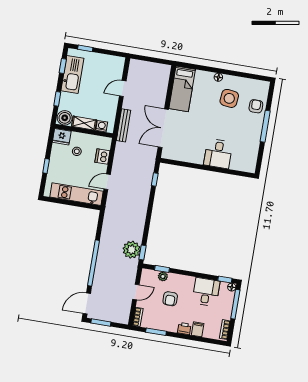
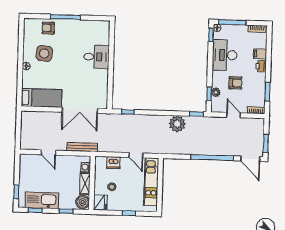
plant: (132, 250) -> (177, 124), moved
desk: (206, 292) -> (225, 55), width x1.37

